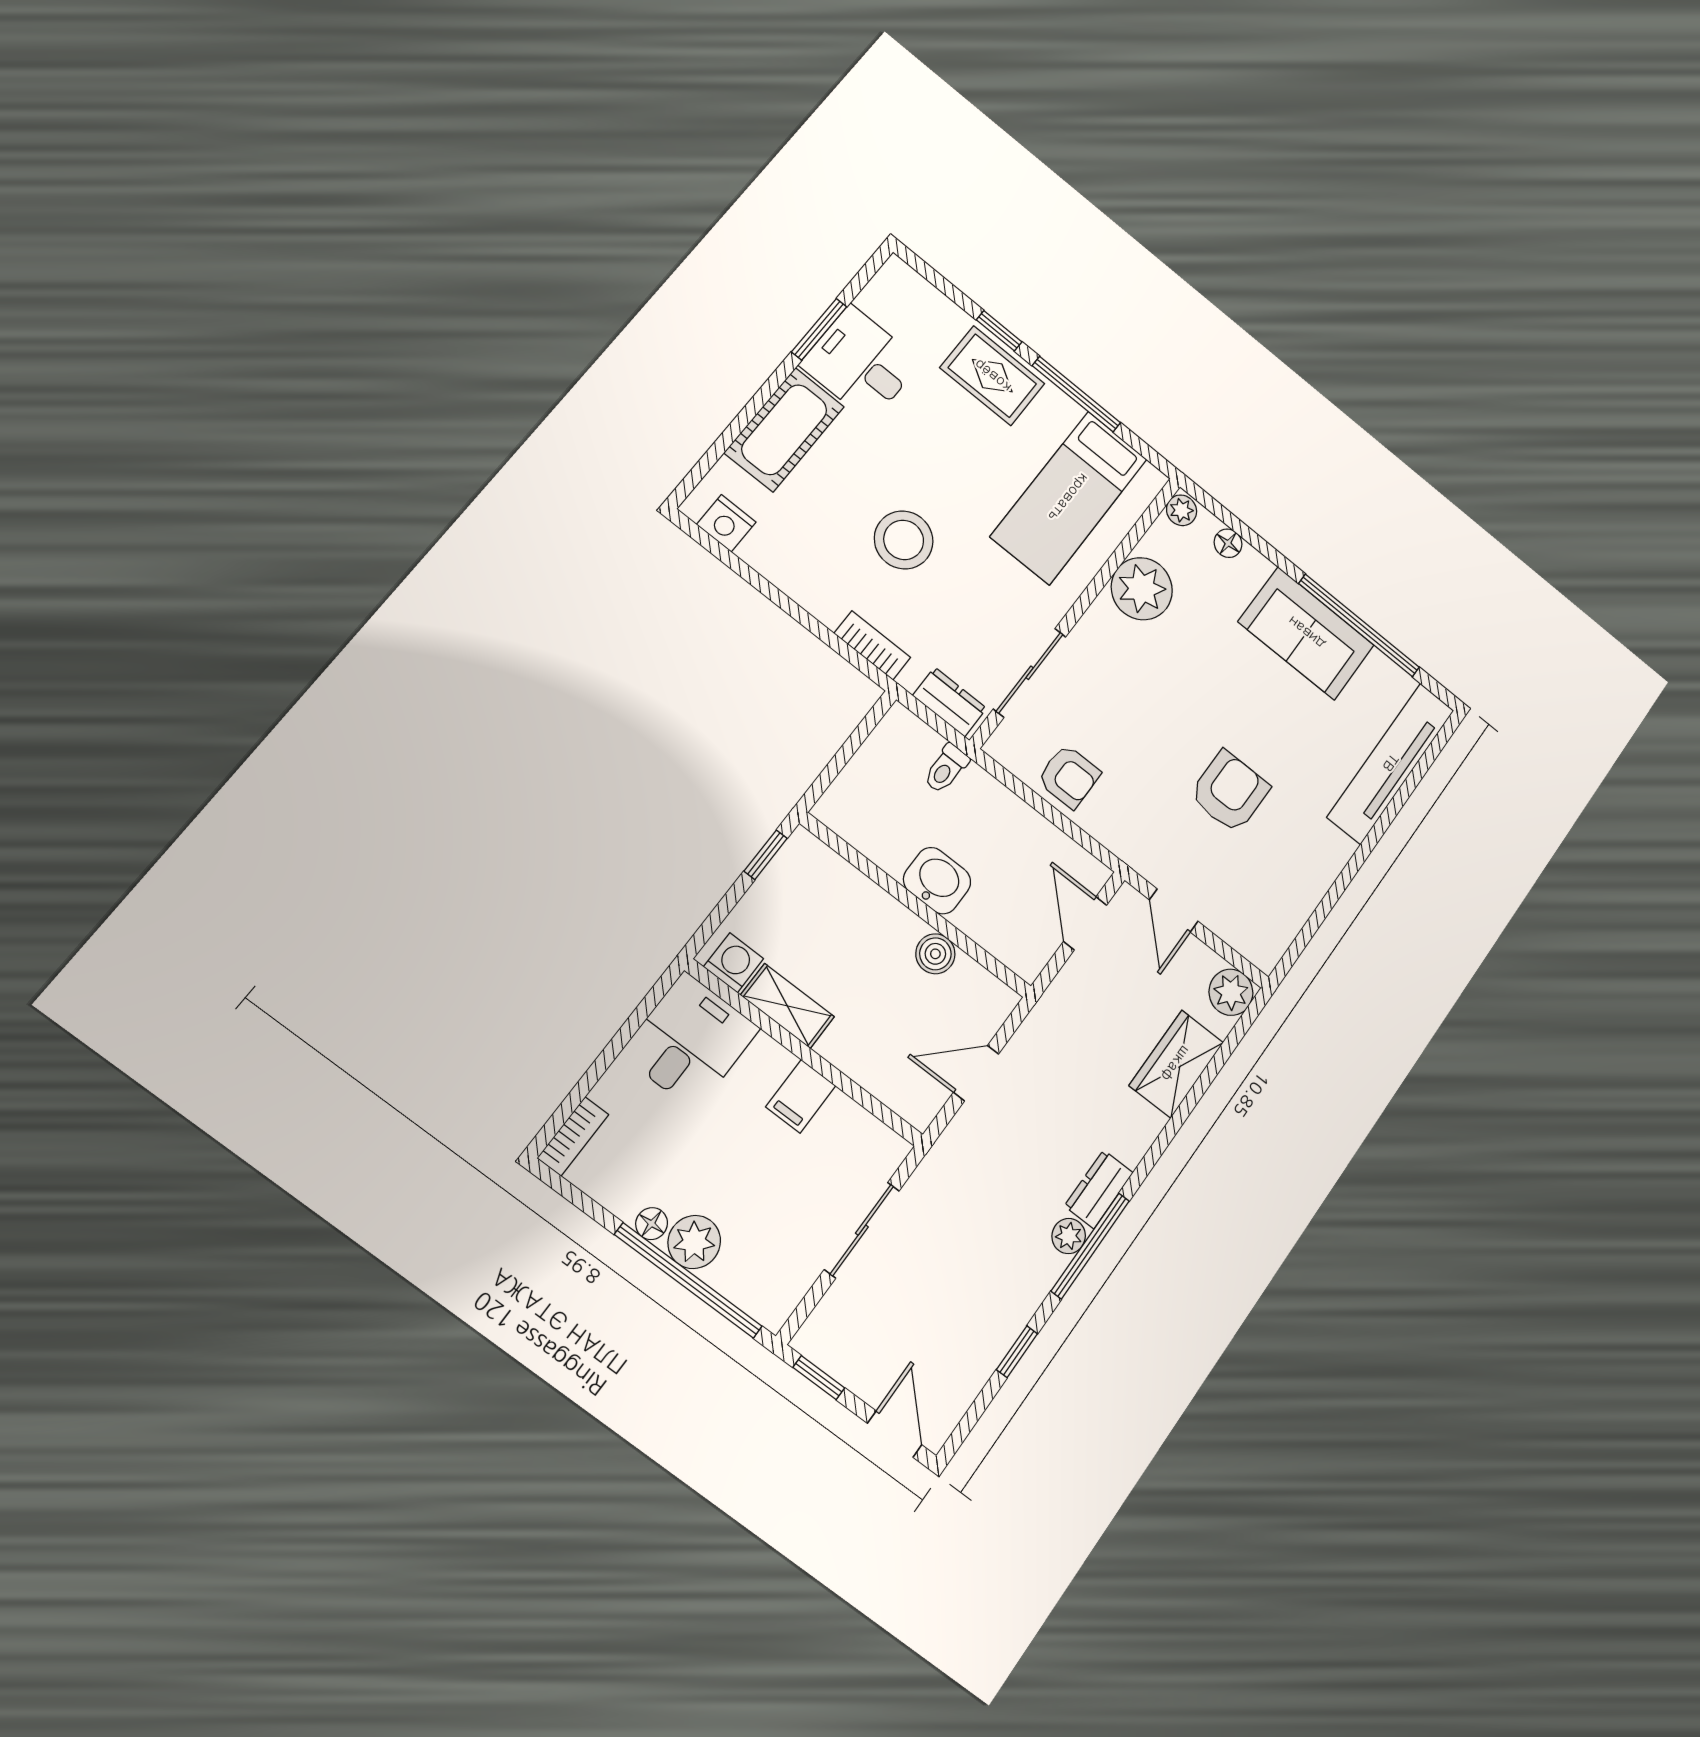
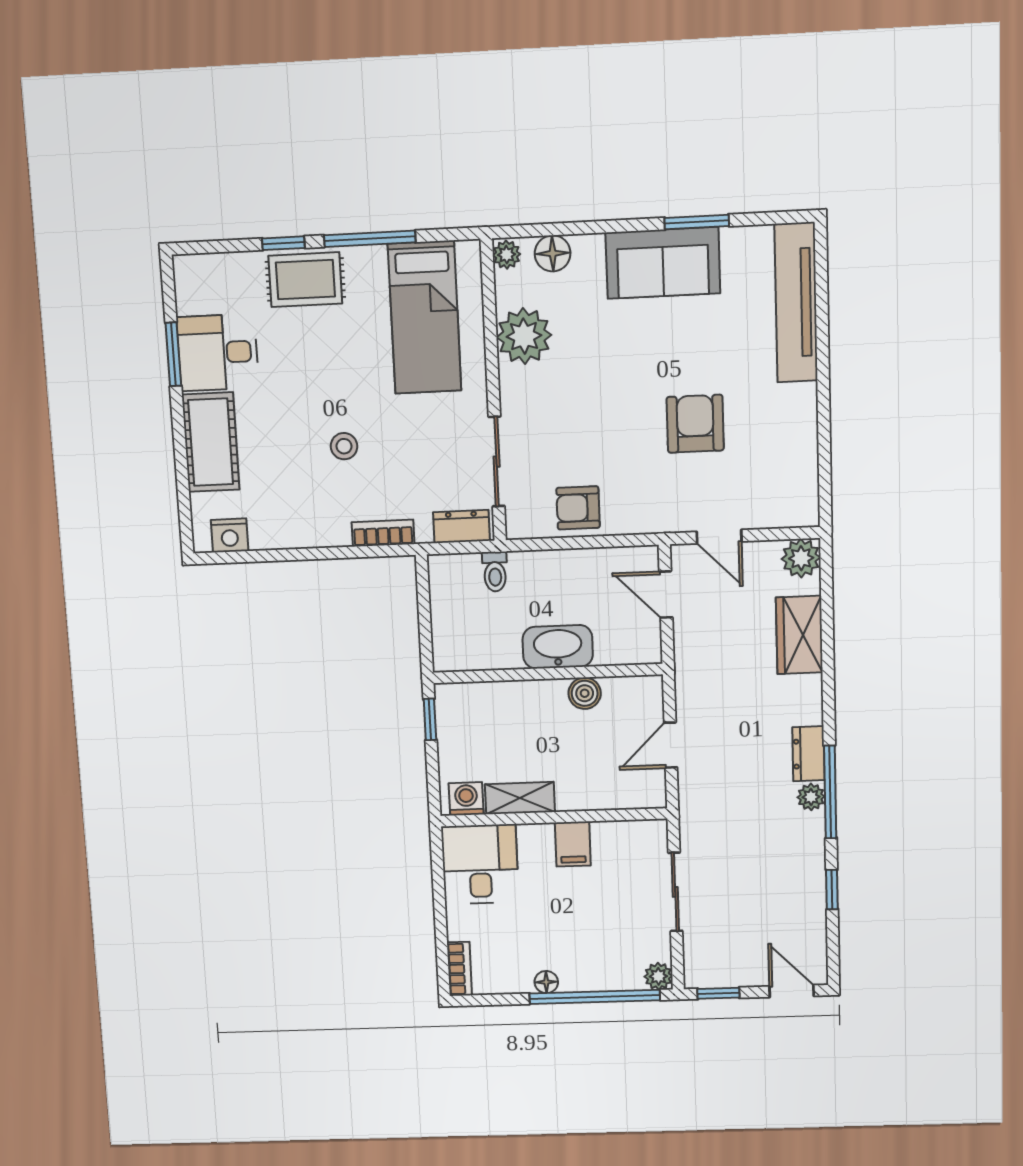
stool: (904, 540) -> (344, 446), width x0.53, depth x0.53
floor lamp: (1228, 543) -> (553, 253), width x1.37, depth x1.37
window: (1359, 625) -> (697, 222), width x0.47
armchair: (1069, 776) -> (578, 508), turned 180
washbasin: (937, 881) -> (558, 647), width x1.38
plant: (694, 1242) -> (658, 976), moved, width x0.73, depth x0.73

